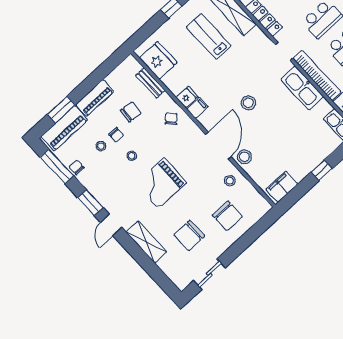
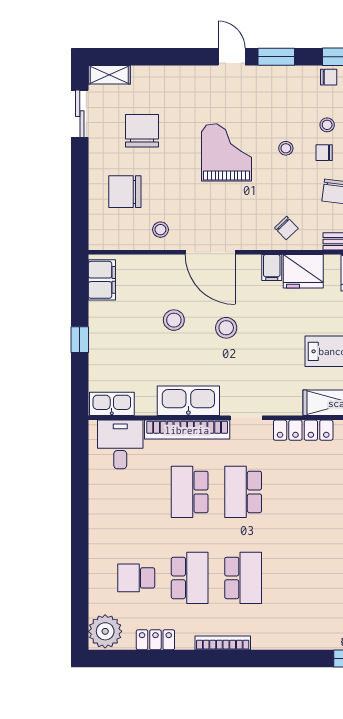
fridge: (187, 97) -> (303, 271), width x1.88, depth x1.34
stool: (244, 157) -> (174, 320), moved
shelving: (146, 242) -> (109, 75), moved, width x0.67, depth x0.75

